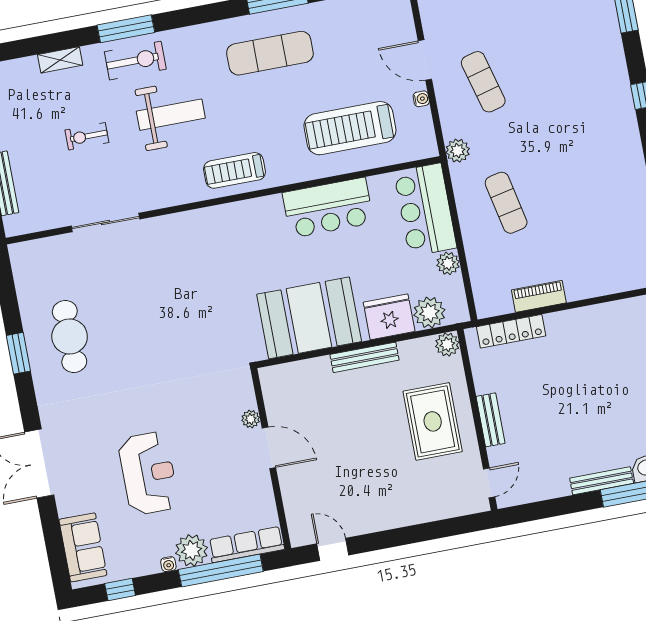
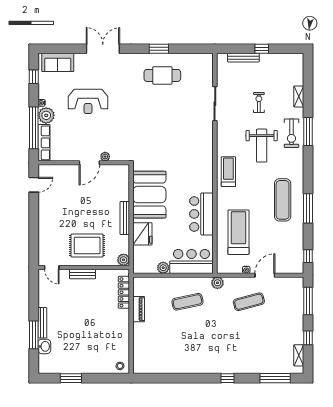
plant: (429, 313) -> (141, 254), removed

